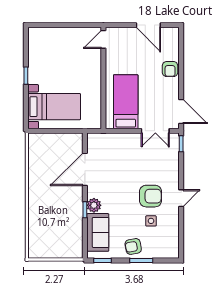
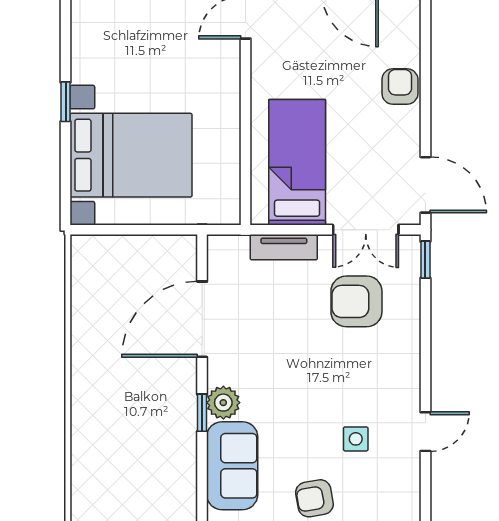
armchair: (170, 69) -> (400, 86), turned 180
bed with nightstands: (54, 107) -> (131, 155), width x1.36
tv unit: (120, 138) -> (284, 247), added
armchair: (151, 196) -> (356, 301), moved, turned 180
door: (181, 198) -> (425, 432), moved

